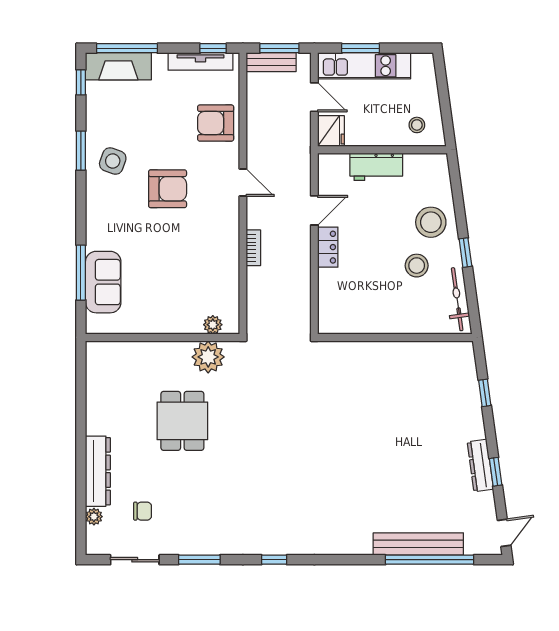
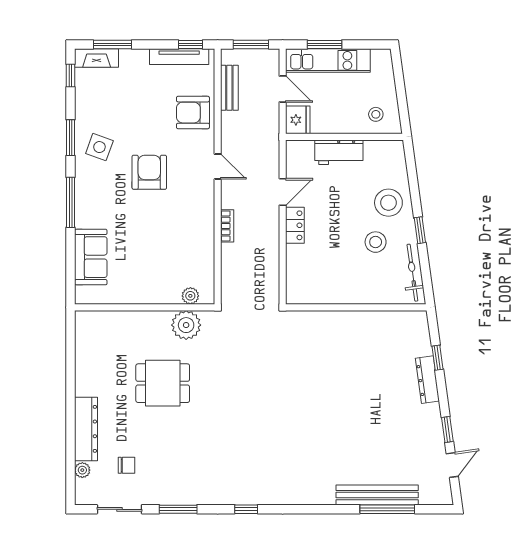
window: (127, 48) -> (112, 45), width x0.69
bench: (271, 62) -> (229, 88), moved, turned 90
fireplace: (118, 66) -> (97, 58), width x0.73, depth x0.76
armchair: (168, 189) -> (149, 172), turned -90
window: (81, 273) -> (71, 202), moved
dining table: (182, 421) -> (163, 383), turned 90
dresser: (480, 466) -> (427, 380), moved
door: (504, 533) -> (452, 465), moved
window: (430, 560) -> (387, 509), width x0.68

